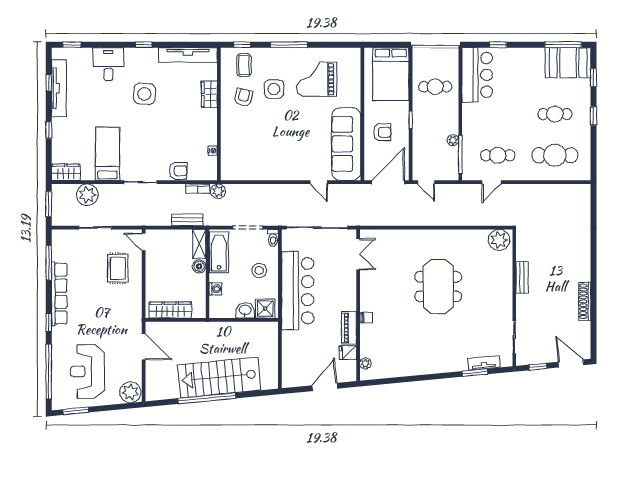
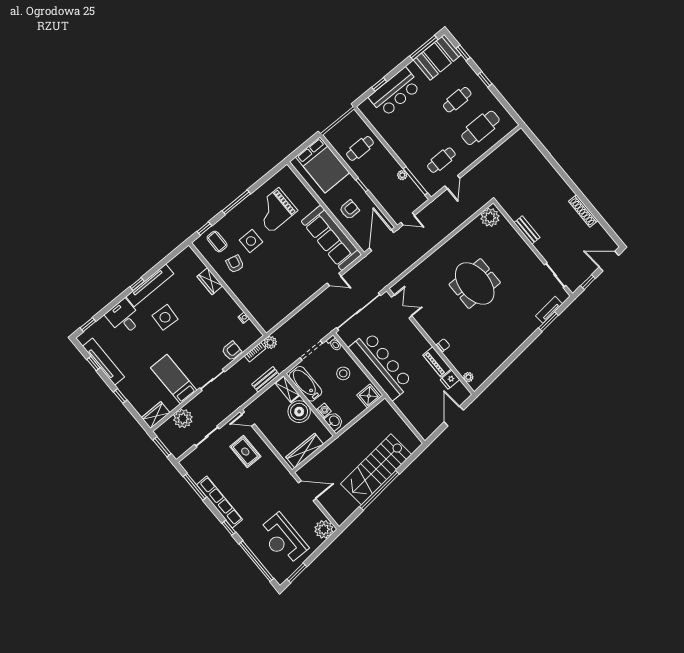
tv unit: (188, 55) -> (150, 285), moved
bar counter: (477, 75) -> (395, 92), moved, turned 90
boiler: (199, 266) -> (299, 412), width x1.86, depth x1.86
washbasin: (245, 310) -> (334, 421), moved, turned 90

